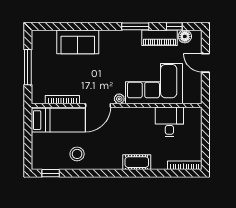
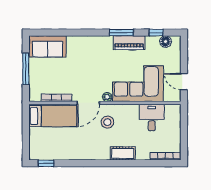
piano: (159, 38) -> (129, 43), moved
sofa: (78, 42) -> (47, 46), moved
door: (205, 63) -> (184, 82), moved
stool: (77, 154) -> (107, 122), moved

